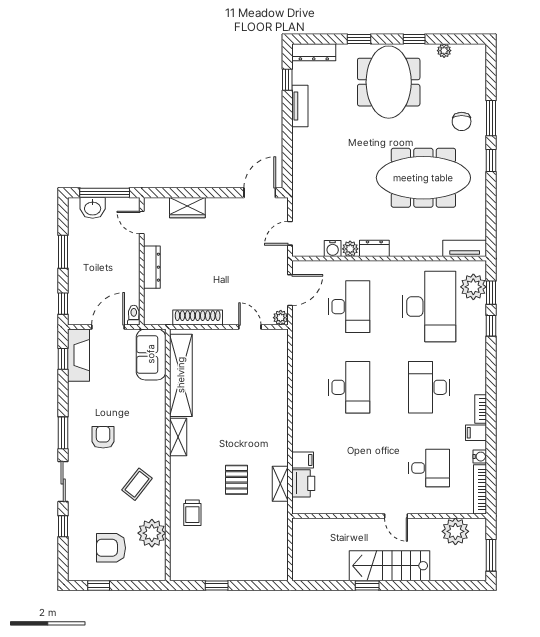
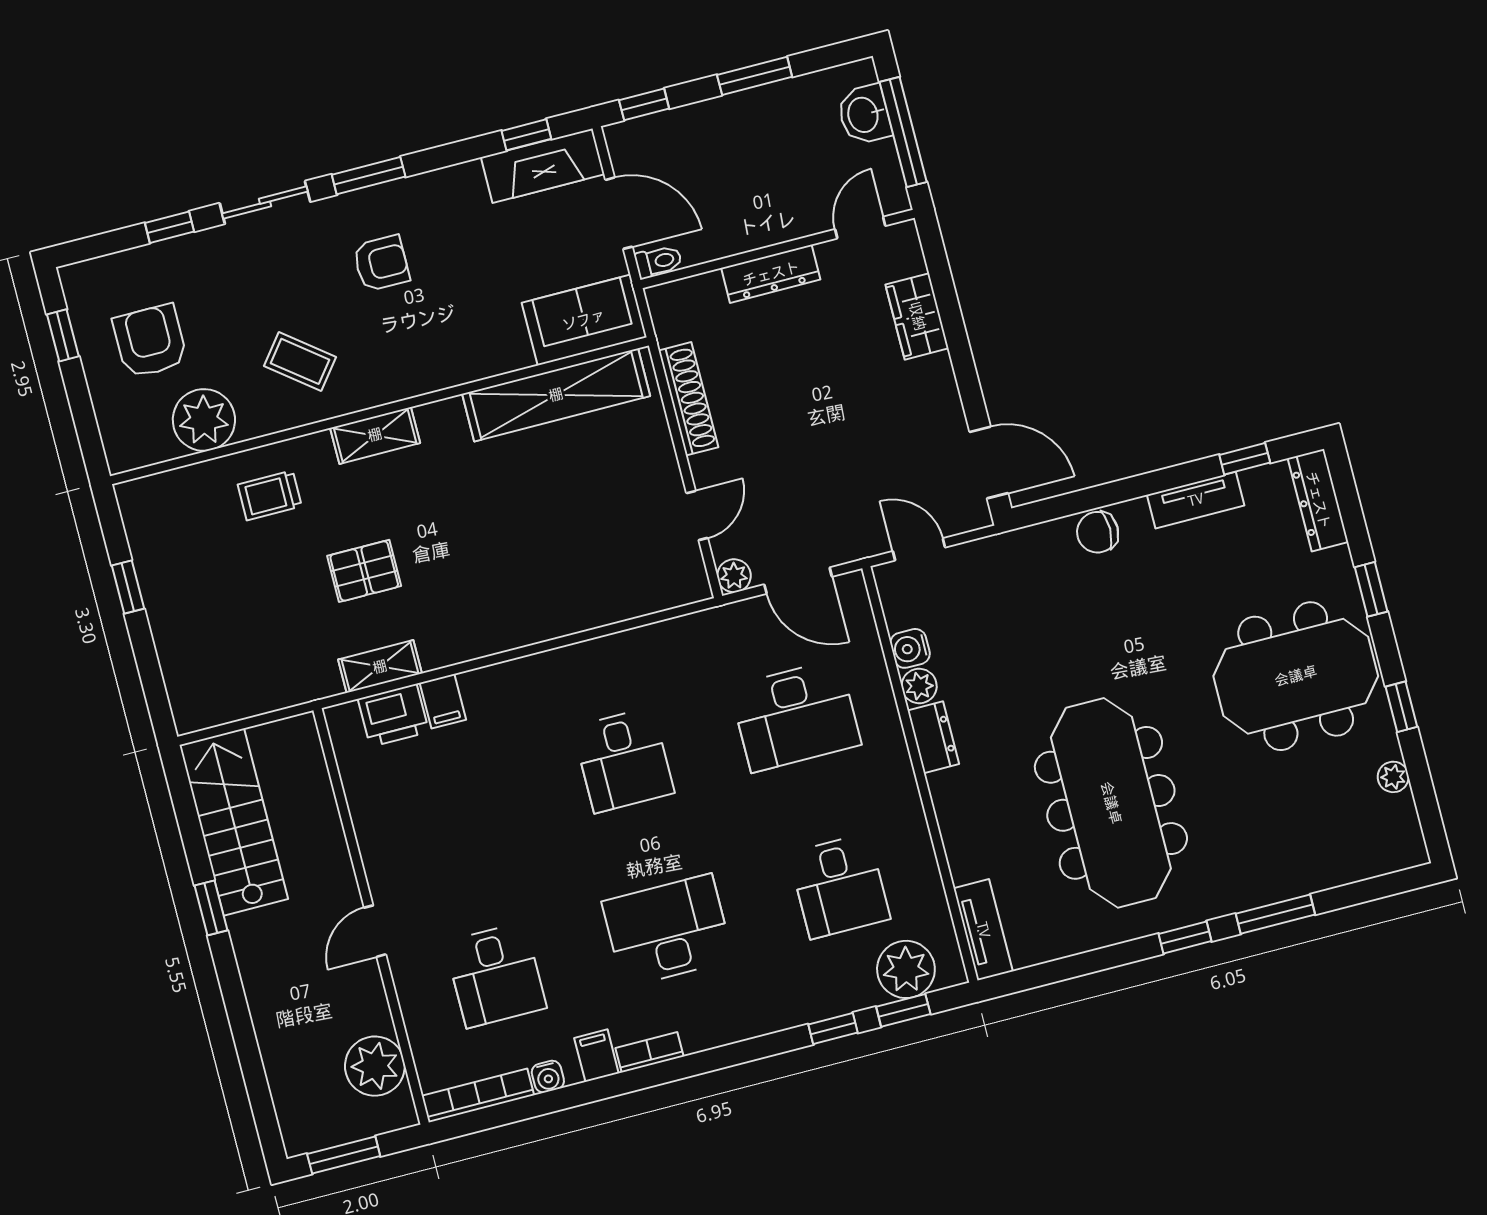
chair: (462, 121) -> (1098, 532), moved
desk: (429, 307) -> (839, 886), width x0.53, depth x0.77
desk: (349, 387) -> (623, 760), width x0.73
shelving: (178, 437) -> (375, 435), moved
stairs: (389, 566) -> (234, 822), moved

